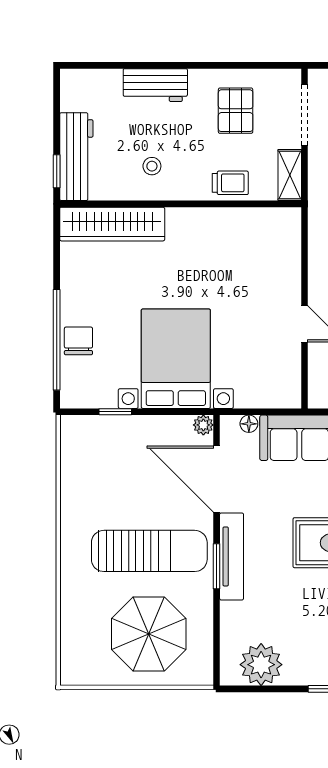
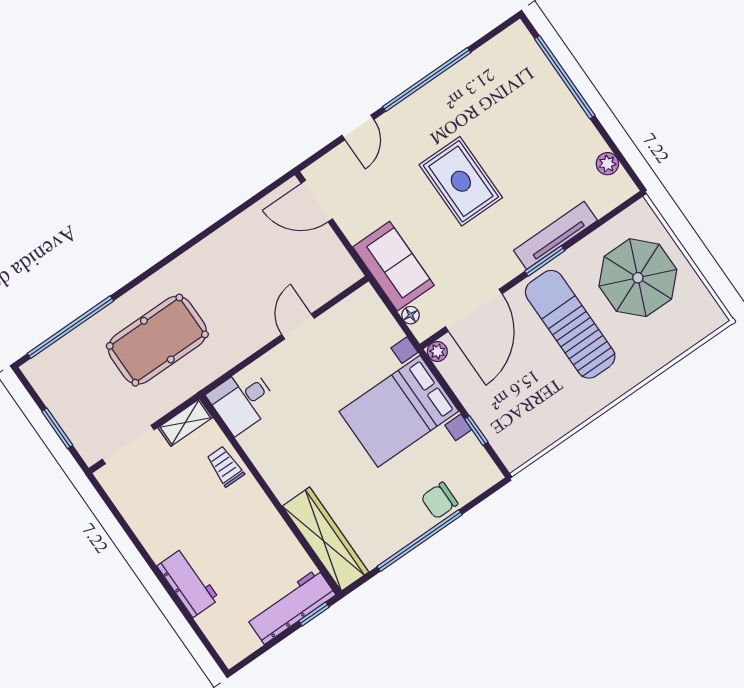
pallet: (236, 111) -> (164, 503), removed
stool: (152, 166) -> (256, 539), removed
desk: (275, 235) -> (243, 400), added
window: (57, 340) -> (420, 541), moved
tv unit: (232, 556) -> (555, 235), moved
plant: (261, 665) -> (607, 164), width x0.53, depth x0.53

